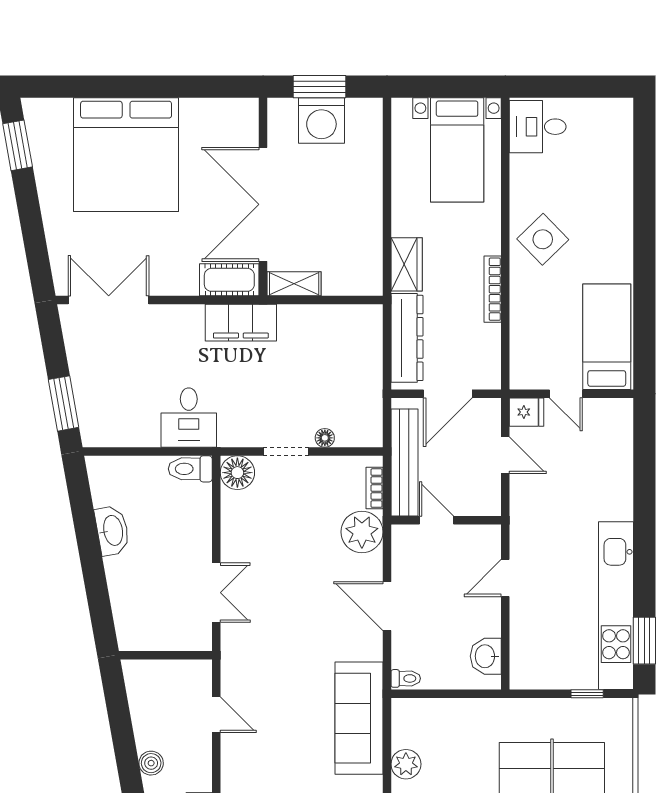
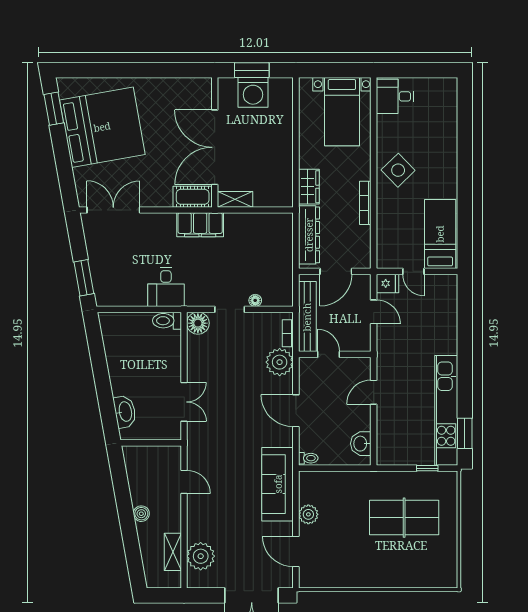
bed: (126, 155) -> (102, 127), moved, turned -100
washbasin: (112, 531) -> (125, 412), moved

